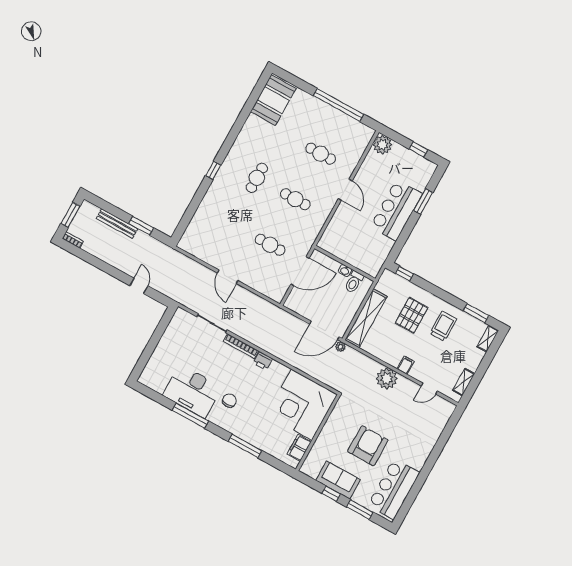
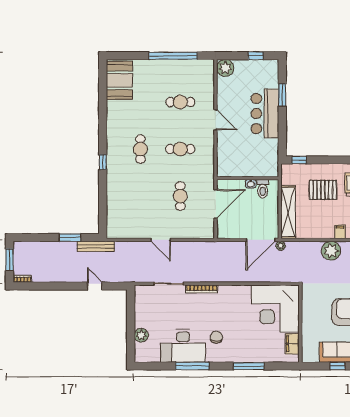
bench: (117, 224) -> (96, 246), moved
cafe table: (270, 245) -> (180, 196), turned 90
pallet: (412, 315) -> (323, 190), turned 90
plant: (158, 359) -> (141, 335), added
printer: (263, 361) -> (225, 291), removed

